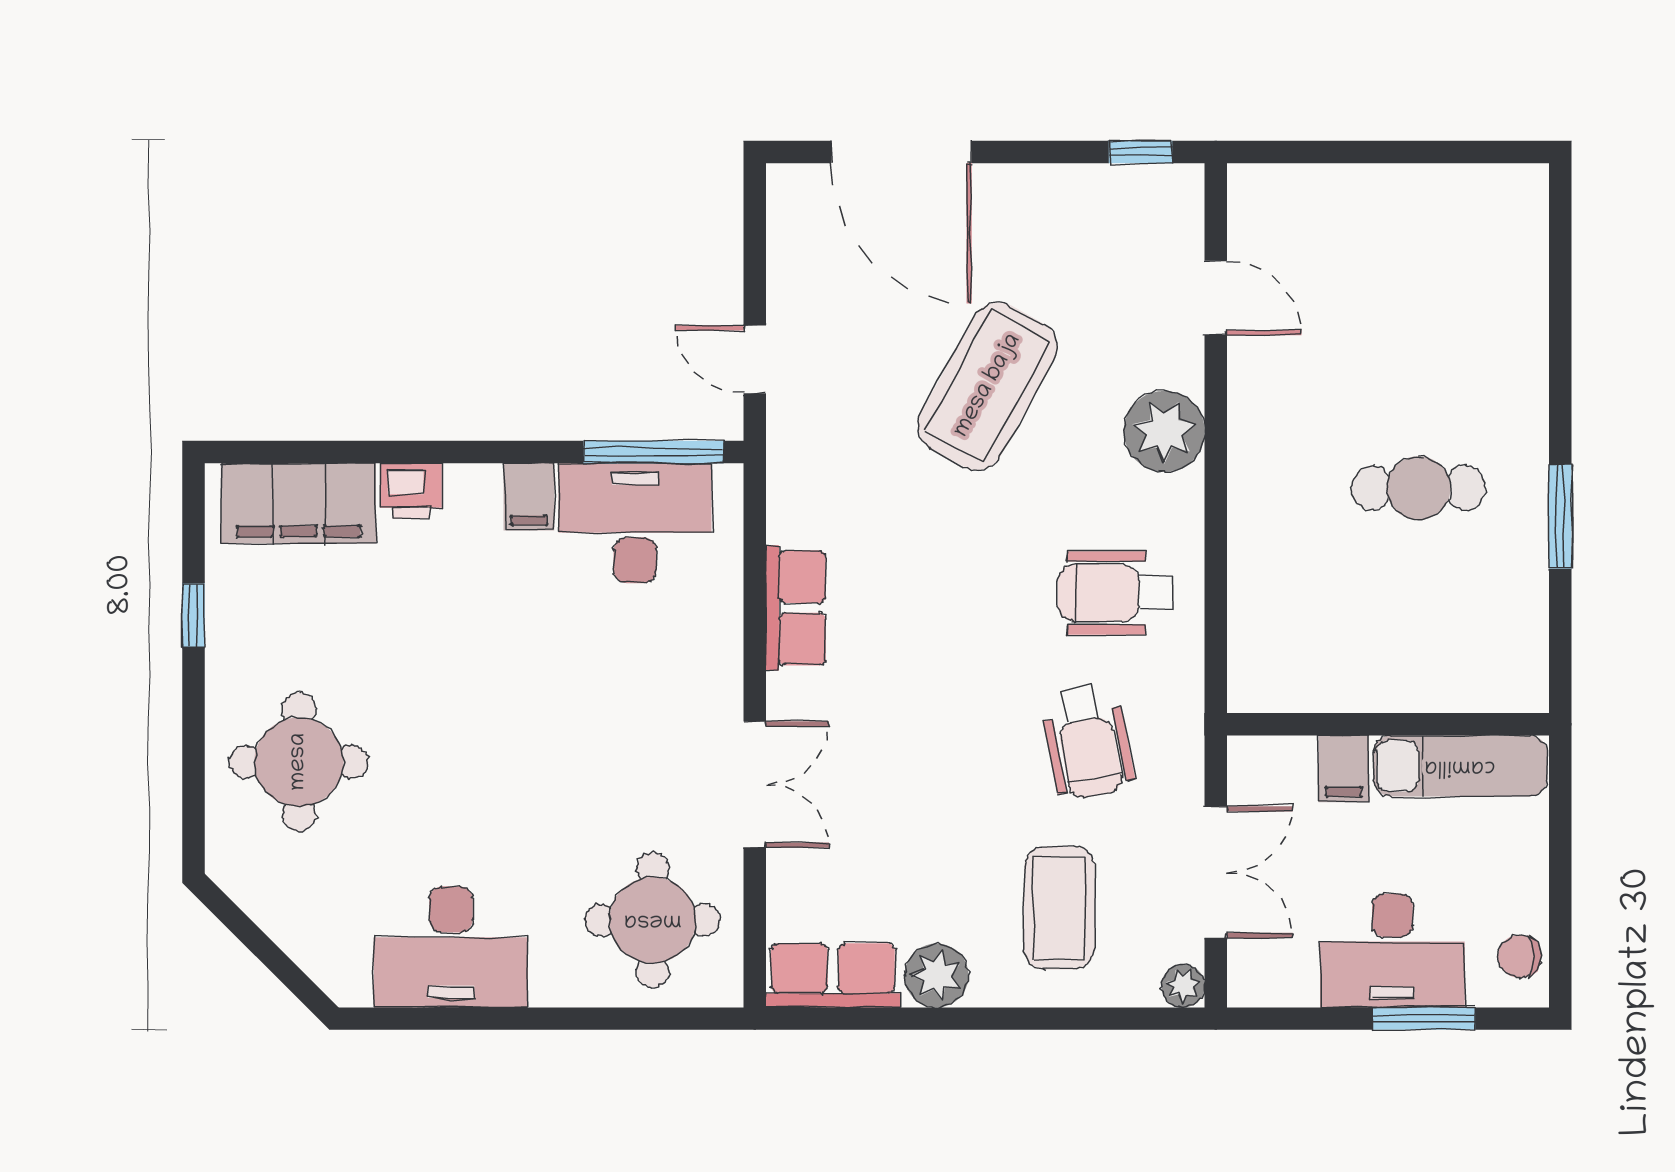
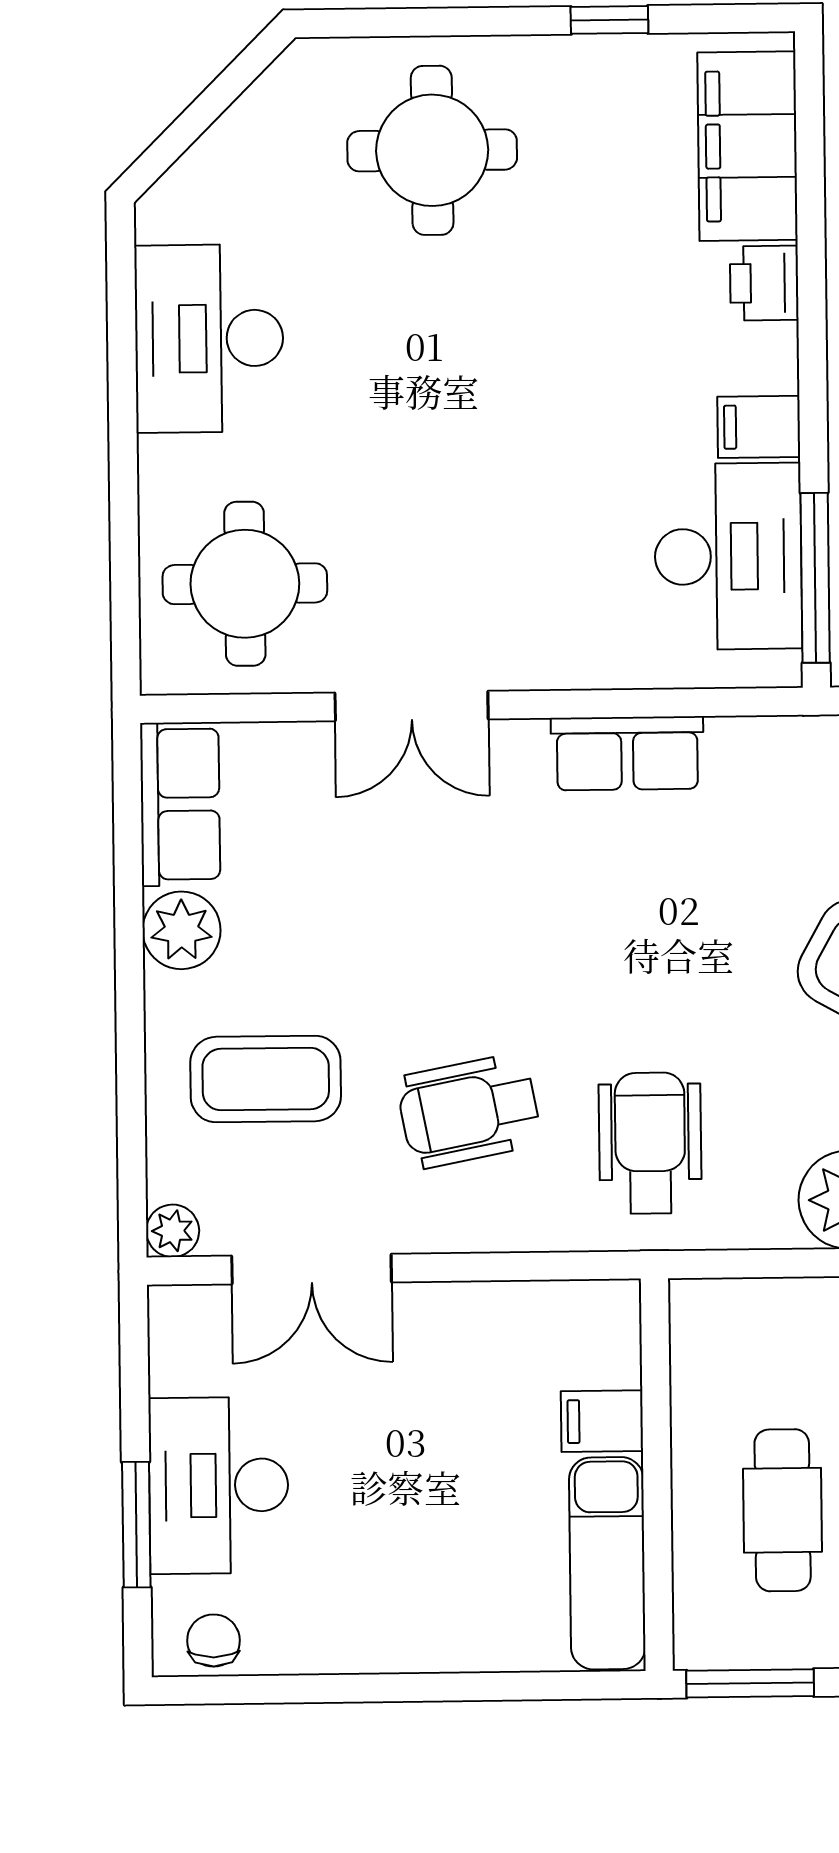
wall: (1388, 724) -> (657, 1475), moved
exam couch: (1460, 766) -> (607, 1563), moved
filing cabinet: (1344, 769) -> (602, 1421), moved

